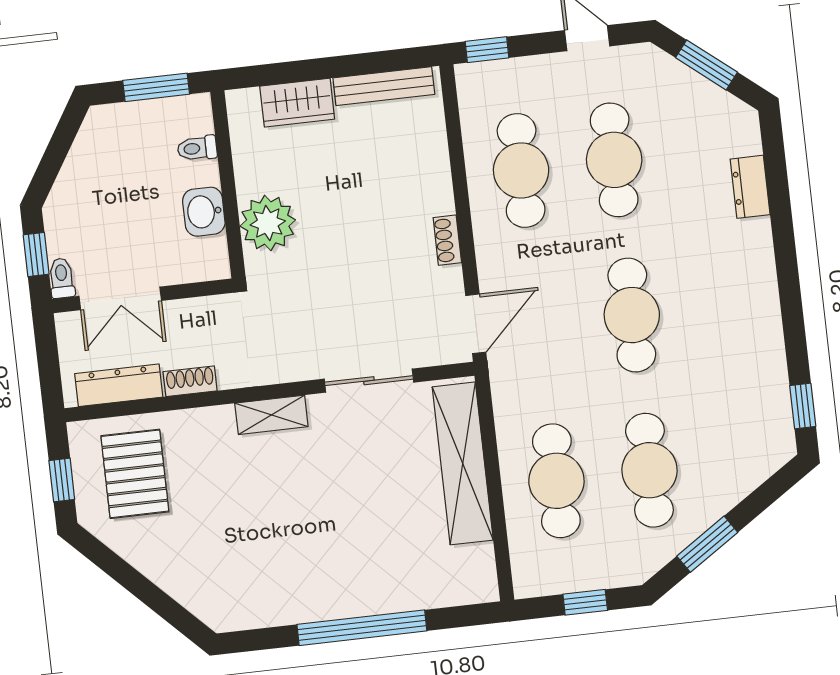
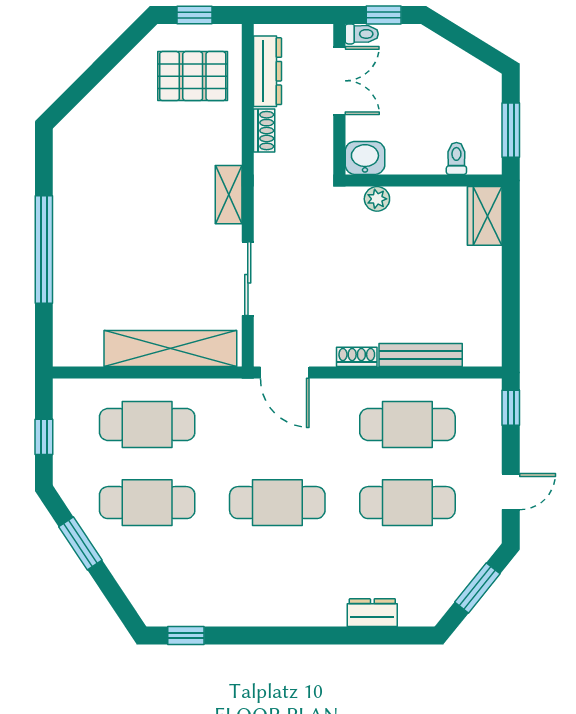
bench: (384, 86) -> (421, 355), moved, turned 90
wardrobe: (297, 103) -> (485, 216), moved
washbasin: (204, 212) -> (365, 158), moved
plant: (268, 223) -> (377, 199), width x0.53, depth x0.53
double door: (120, 298) -> (339, 81), swing flipped

